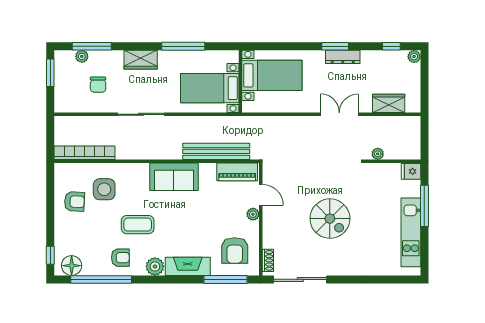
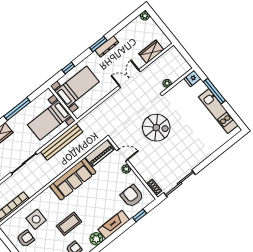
window: (391, 46) -> (68, 68), moved
bench: (216, 151) -> (62, 142), moved
sofa: (174, 177) -> (73, 179), width x1.36
spiral stairs: (330, 219) -> (156, 128), moved
armchair: (235, 250) -> (132, 196), turned 180
window: (226, 279) -> (140, 216), width x0.46

